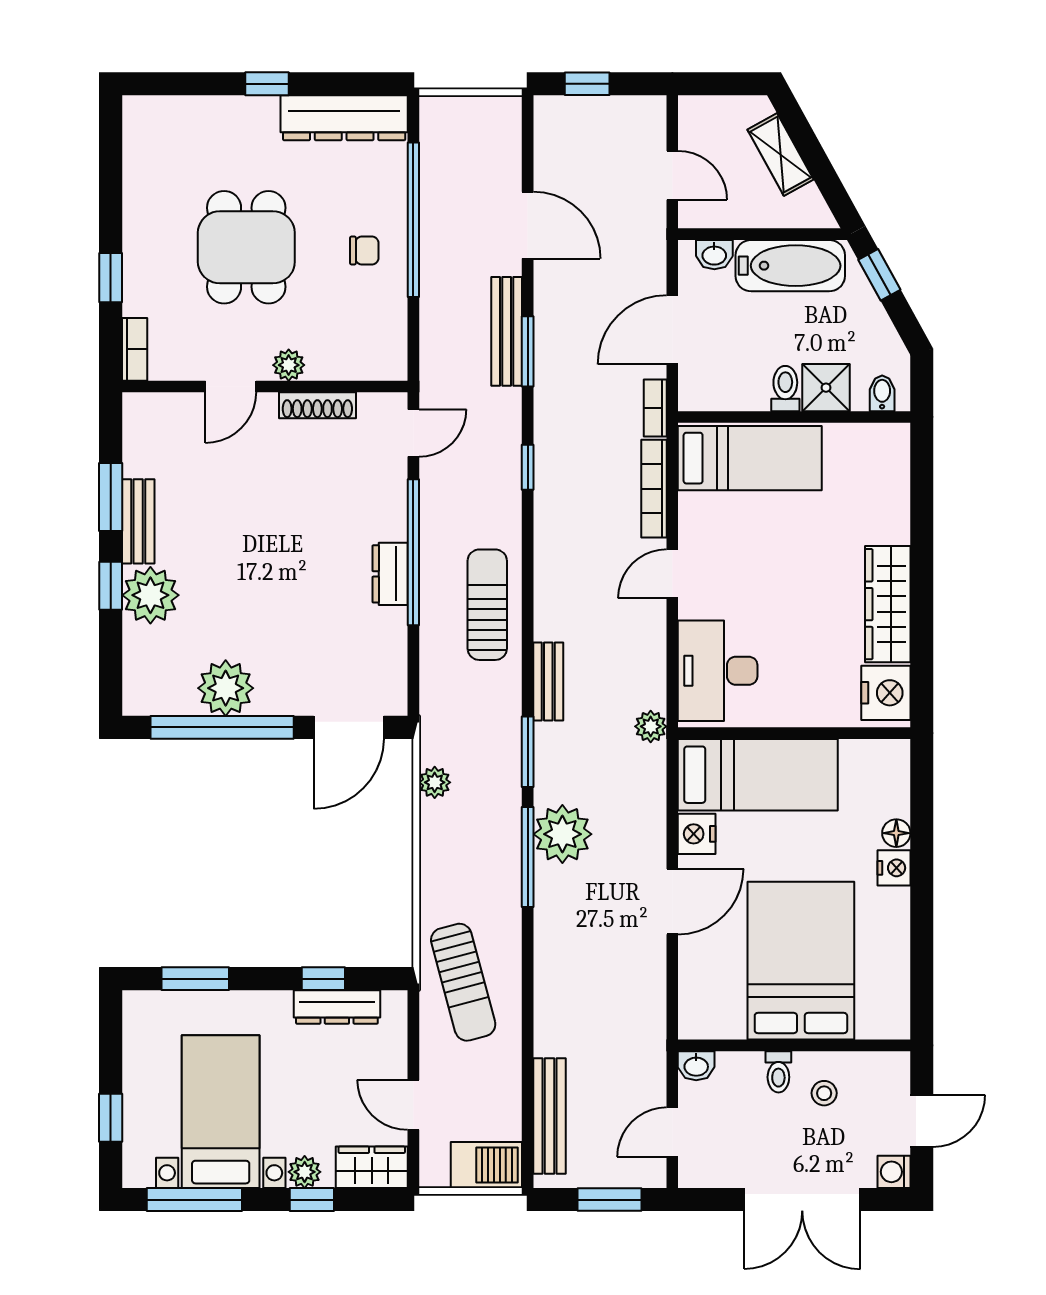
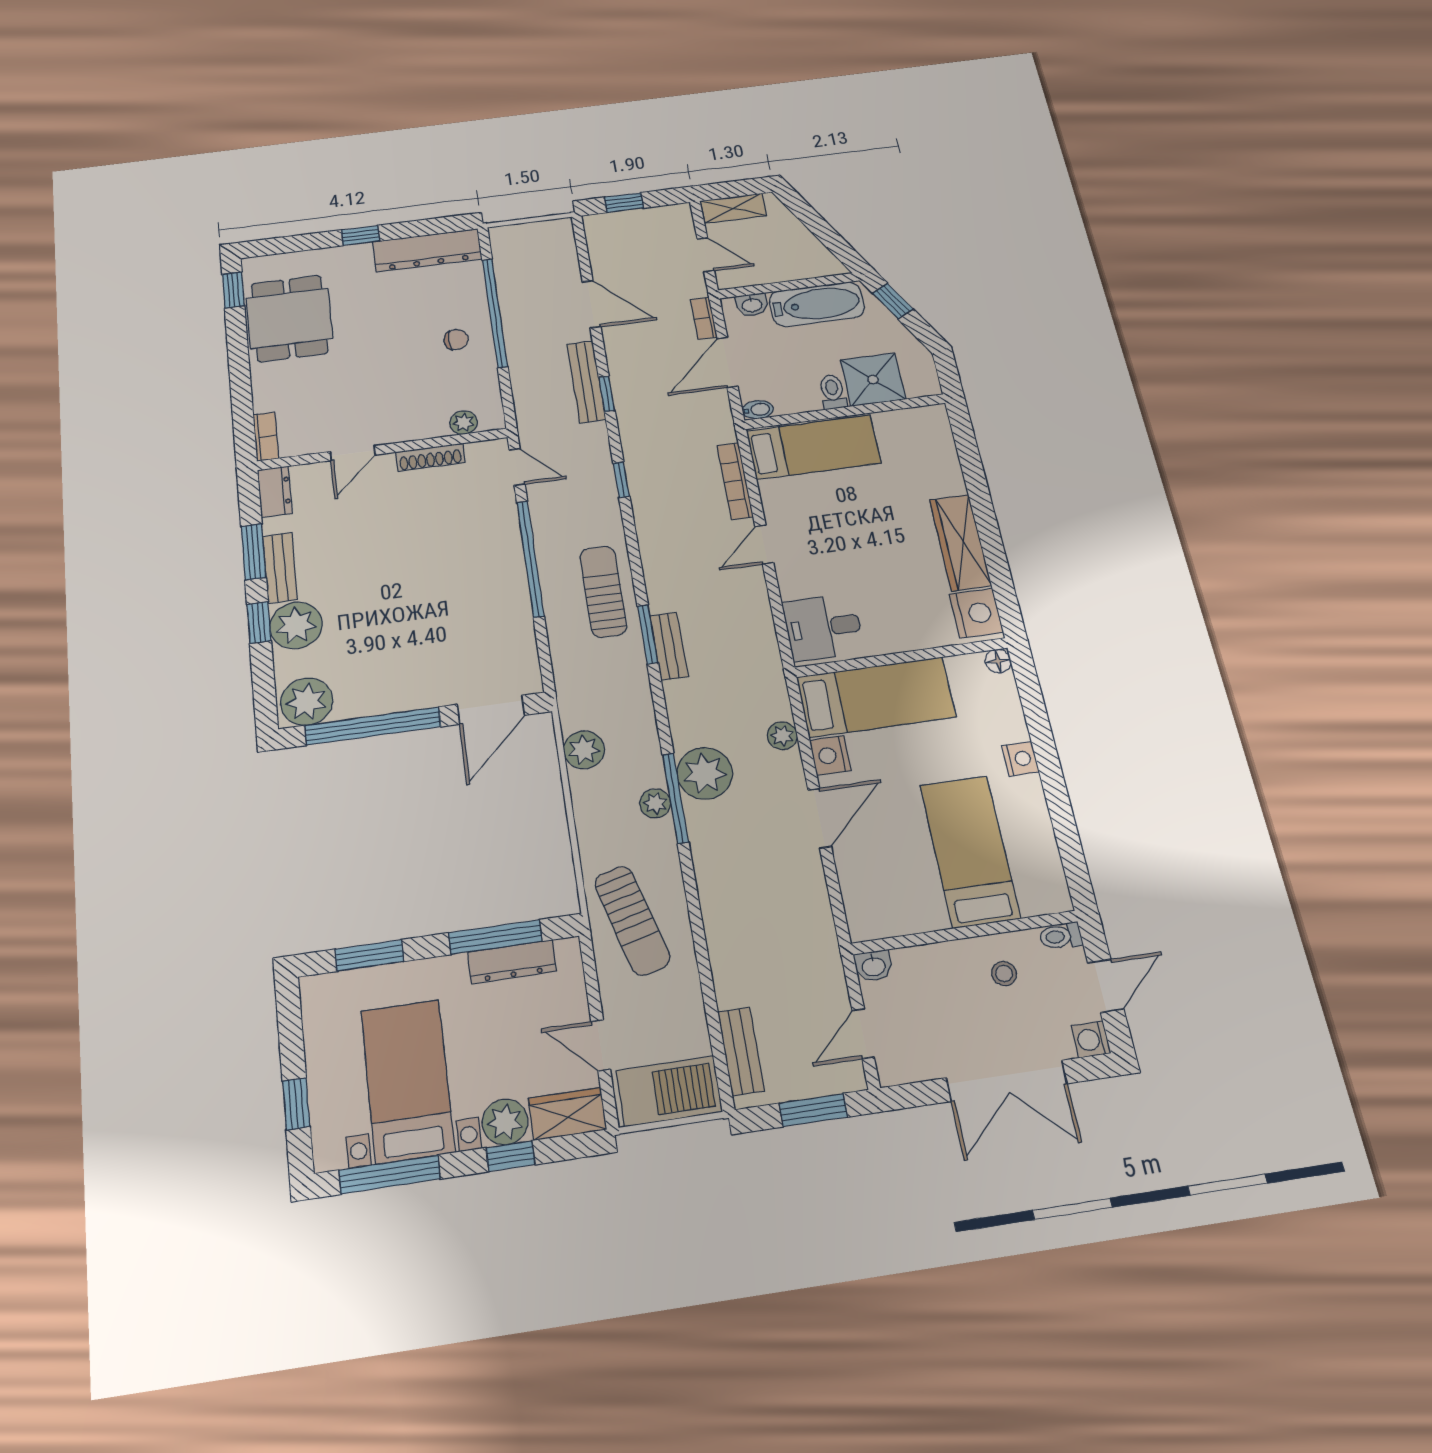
shelving: (781, 154) -> (733, 208), moved, turned -61
dining table: (246, 247) -> (289, 318), moved
window: (111, 278) -> (233, 290), moved
window: (528, 351) -> (607, 394), width x0.67
plant: (289, 365) -> (464, 423), moved
shower: (826, 388) -> (873, 380), width x1.36, depth x1.36
bidet: (882, 393) -> (758, 410), moved, turned 90
bookcase: (655, 408) -> (704, 318), moved
door: (413, 433) -> (517, 467), hinge flipped
dresser: (390, 574) -> (275, 492), moved, turned 180
desk: (718, 671) -> (823, 627), width x0.73
plant: (226, 688) -> (307, 702), moved
plant: (651, 726) -> (782, 736), moved
window: (528, 752) -> (648, 634), moved
plant: (435, 782) -> (584, 750), width x1.38, depth x1.38
floor lamp: (896, 833) -> (998, 661), moved
plant: (506, 860) -> (655, 803), added
bed: (801, 961) -> (970, 851), width x0.67
window: (323, 979) -> (495, 937), width x2.17
toilet: (778, 1072) -> (1061, 936), moved, turned 90
bench: (550, 1116) -> (741, 1051), width x0.73
barbecue: (486, 1165) -> (669, 1091), width x1.37, depth x1.21
plant: (305, 1172) -> (505, 1122), width x1.38, depth x1.38

